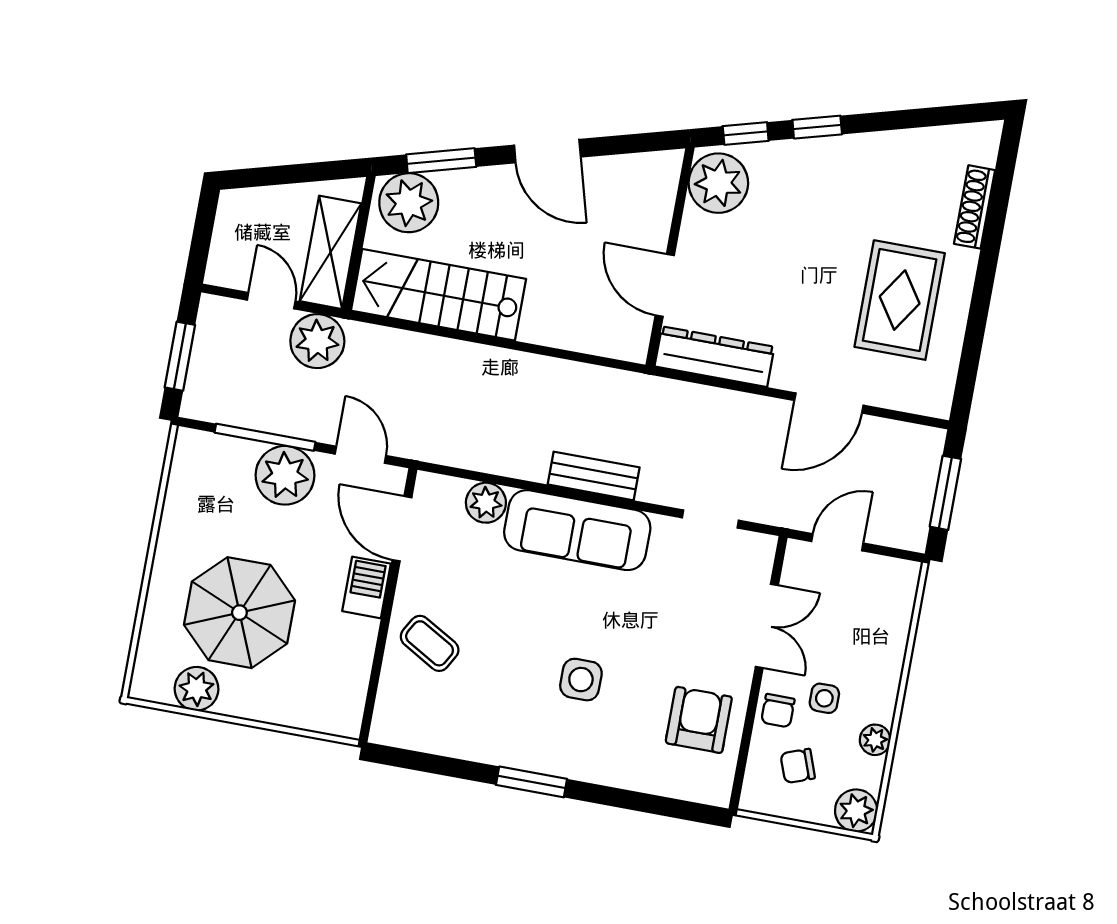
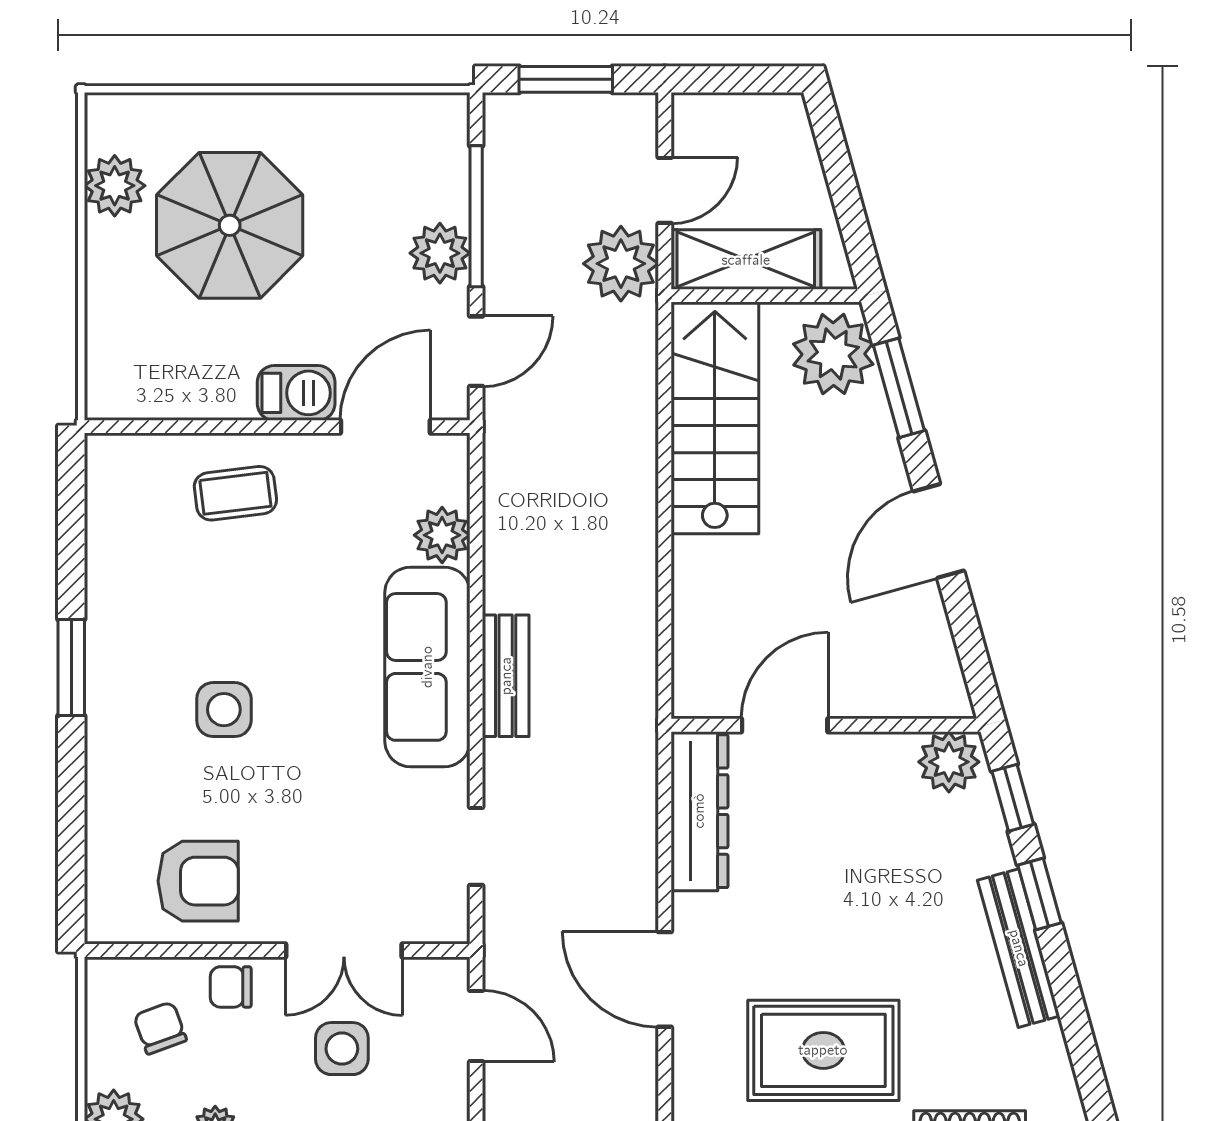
bench: (853, 149) -> (1019, 948), added
plant: (718, 183) -> (949, 762), width x0.73, depth x0.73
plant: (285, 475) -> (440, 253), width x0.73, depth x0.73
coffee table: (430, 643) -> (235, 493), turned 53
side table: (824, 698) -> (342, 1049), moved, width x1.37, depth x1.37

